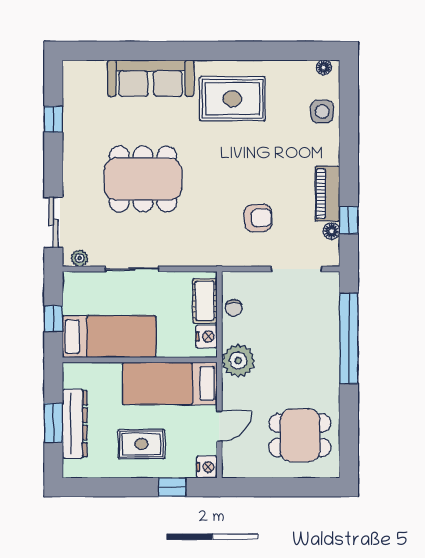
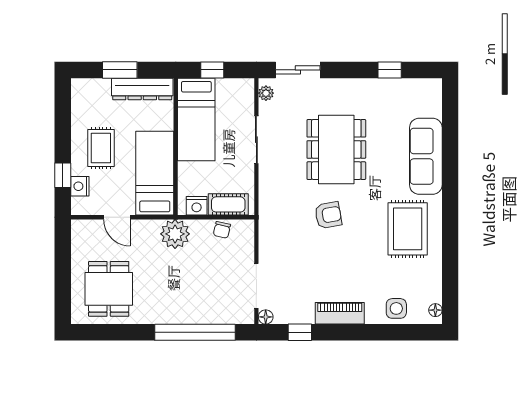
piano: (327, 194) -> (340, 313), moved
armchair: (258, 218) -> (328, 215), moved, turned -98
floor lamp: (332, 231) -> (266, 317), moved
chair: (234, 308) -> (222, 230), turned -77
dresser: (75, 424) -> (142, 89), moved
nightstand: (207, 467) -> (80, 186), moved, turned 90

